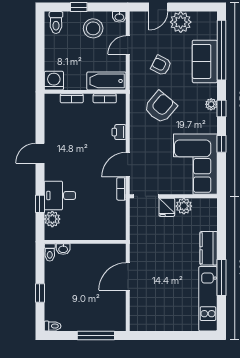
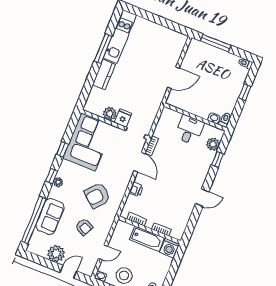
bathtub: (106, 81) -> (147, 239), moved
door: (128, 165) -> (139, 162), hinge flipped
desk: (60, 195) -> (189, 130), moved, turned -90

